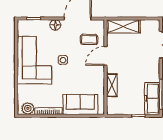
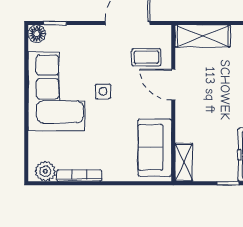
floor lamp: (55, 25) -> (37, 34), moved
door: (105, 56) -> (173, 85), hinge flipped
shelving: (112, 85) -> (184, 162), moved
sofa: (80, 105) -> (155, 147), moved, turned -90

